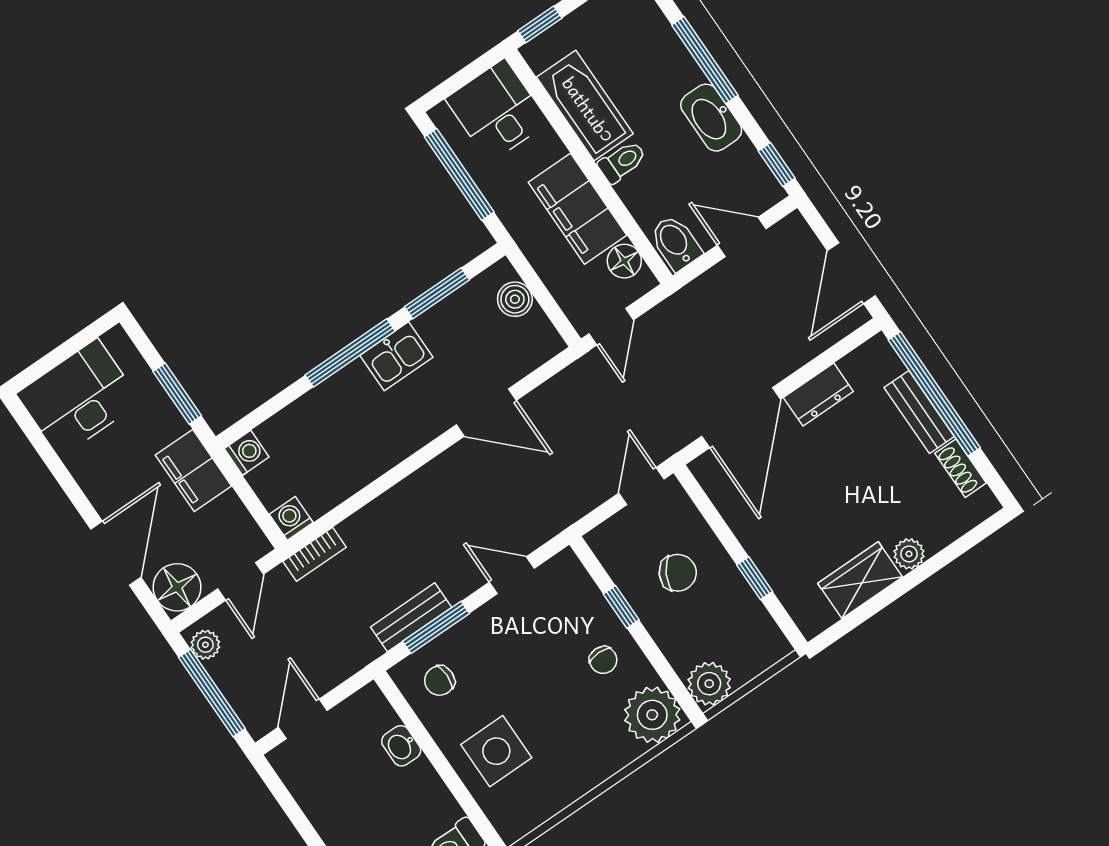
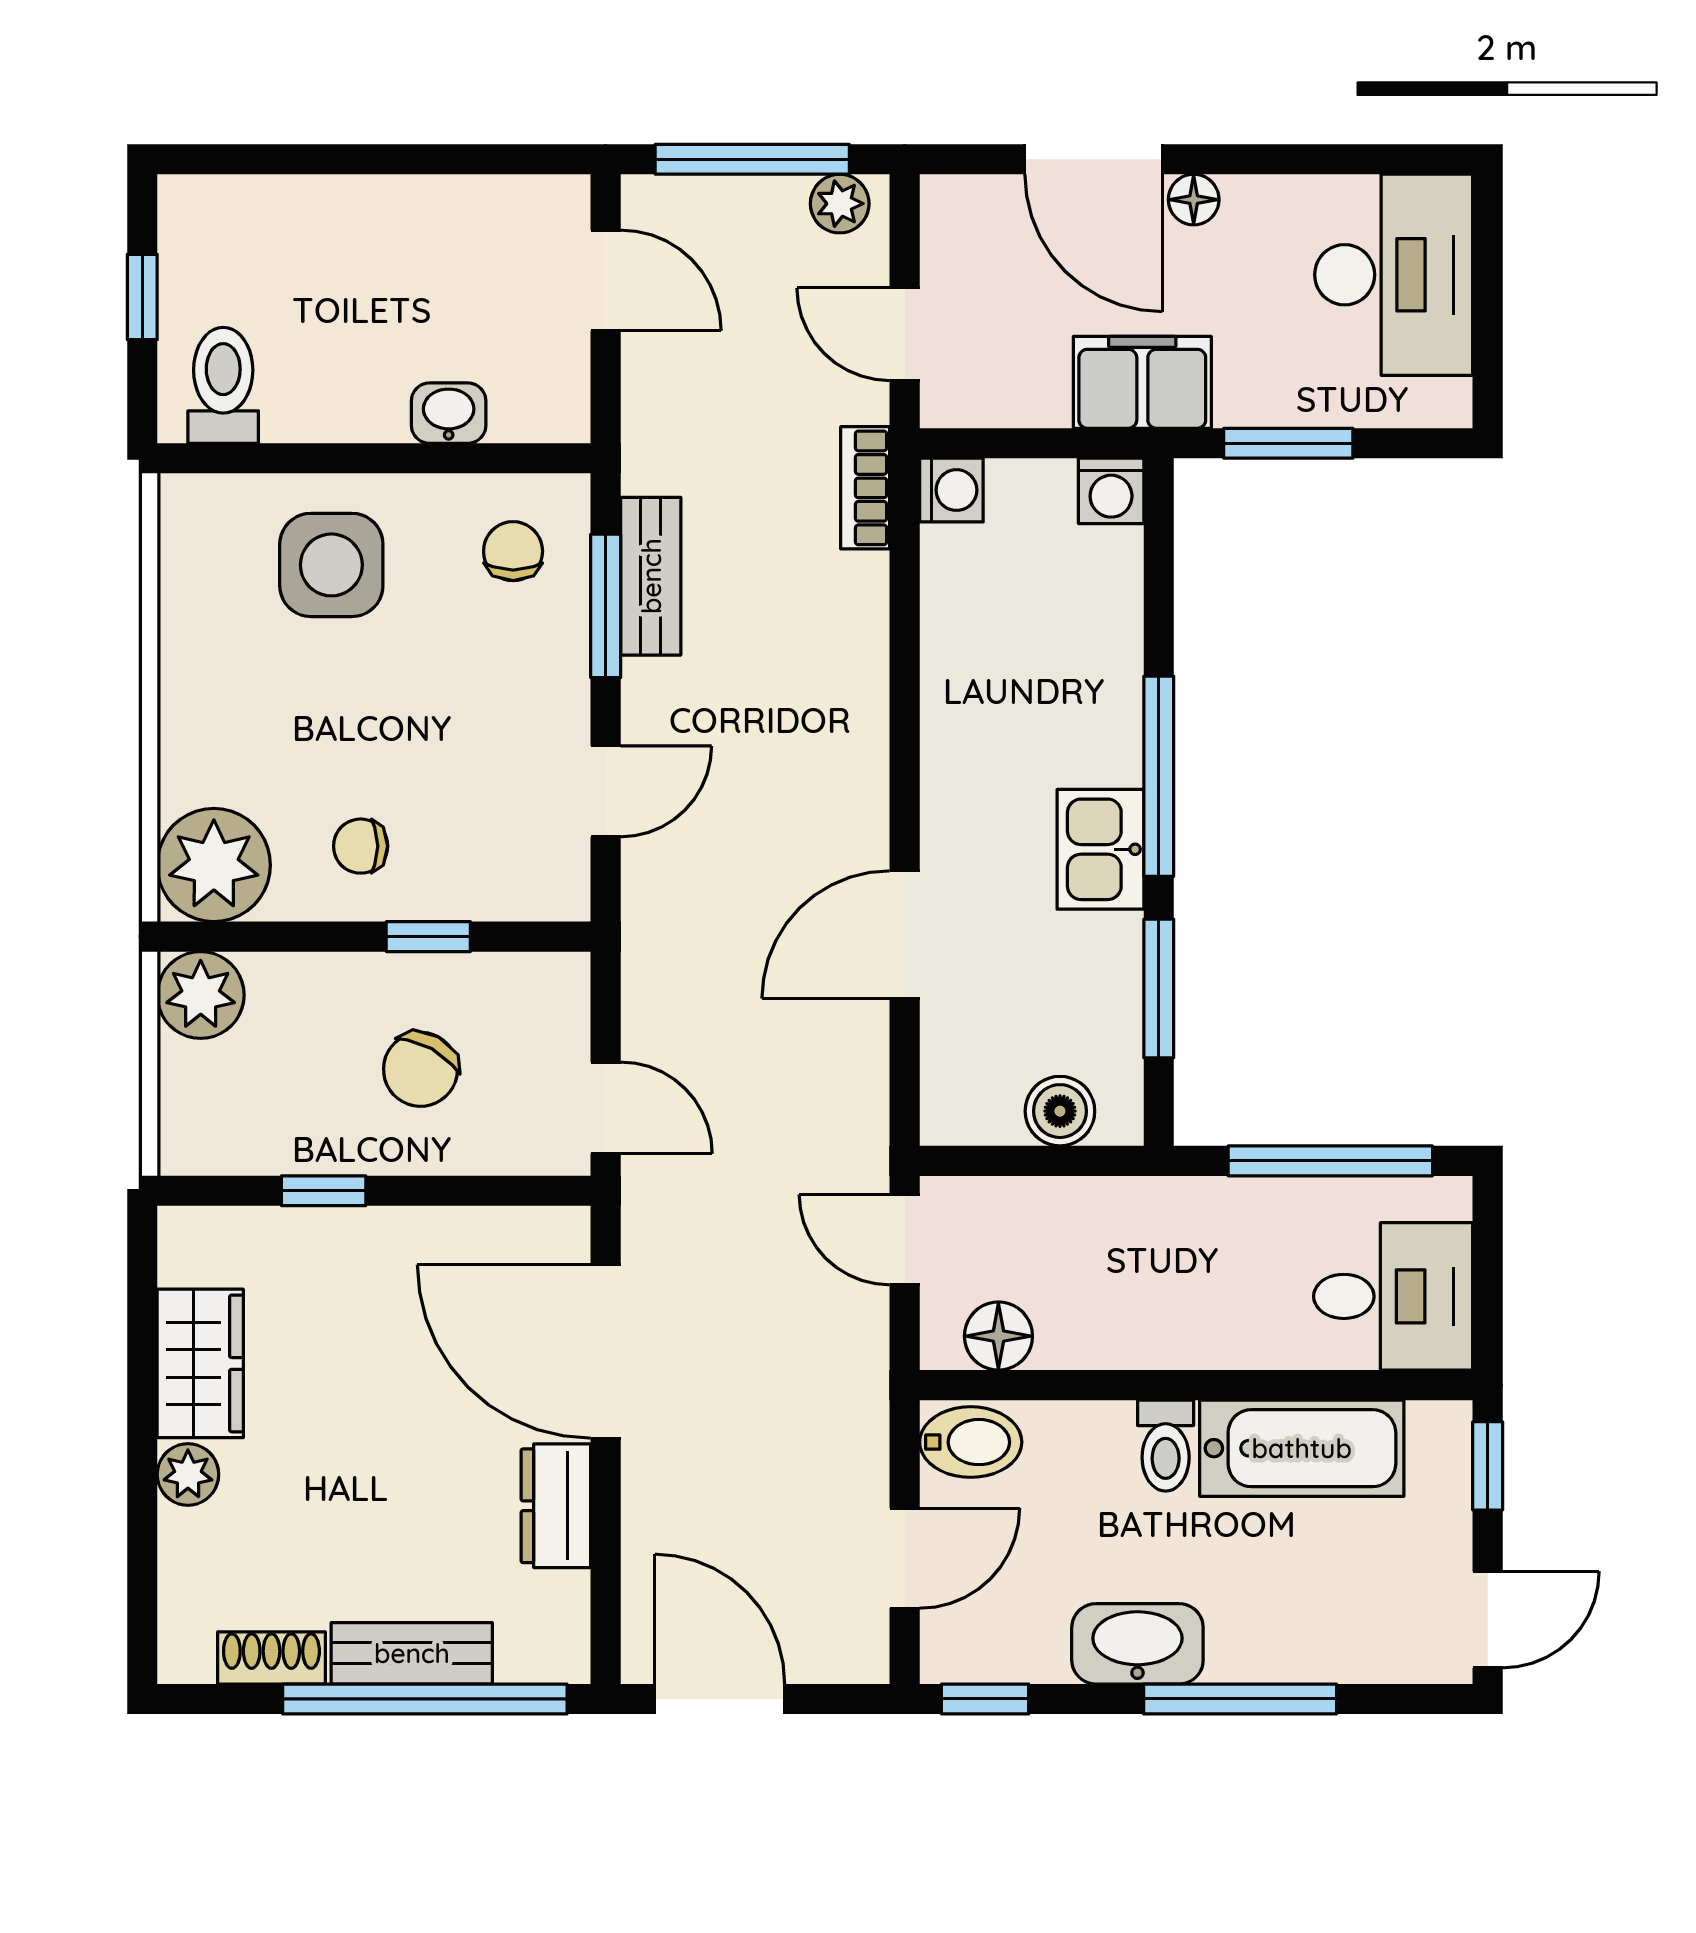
filing cabinet: (578, 209) -> (1139, 1318), removed
floor lamp: (177, 587) -> (1194, 200), moved, width x0.53, depth x0.53

